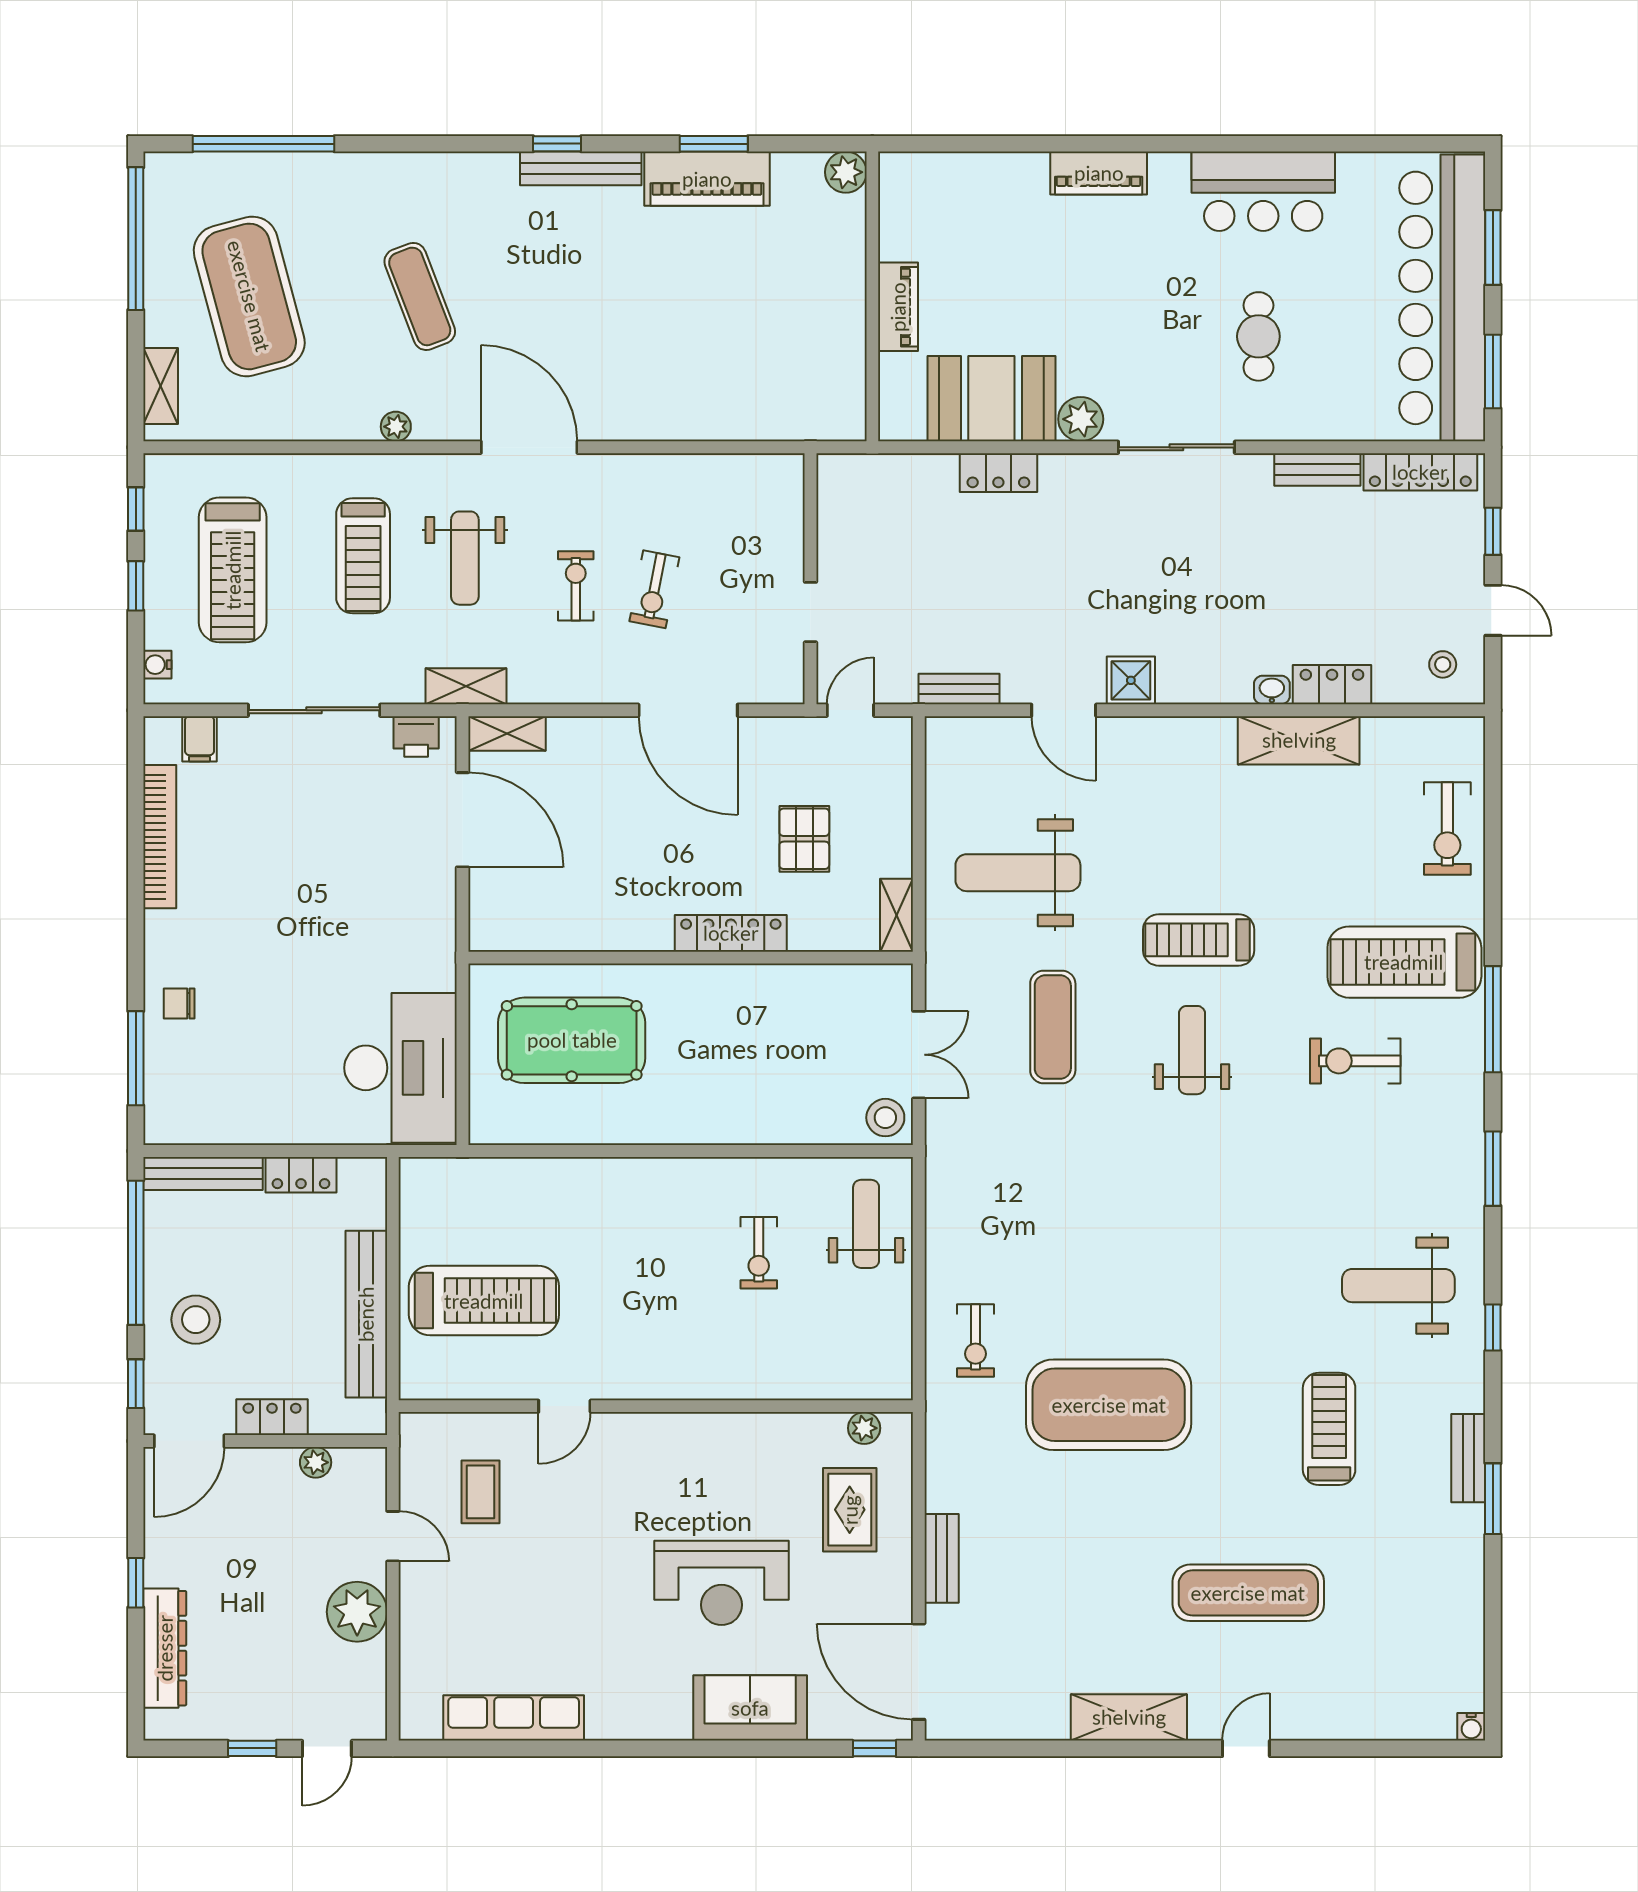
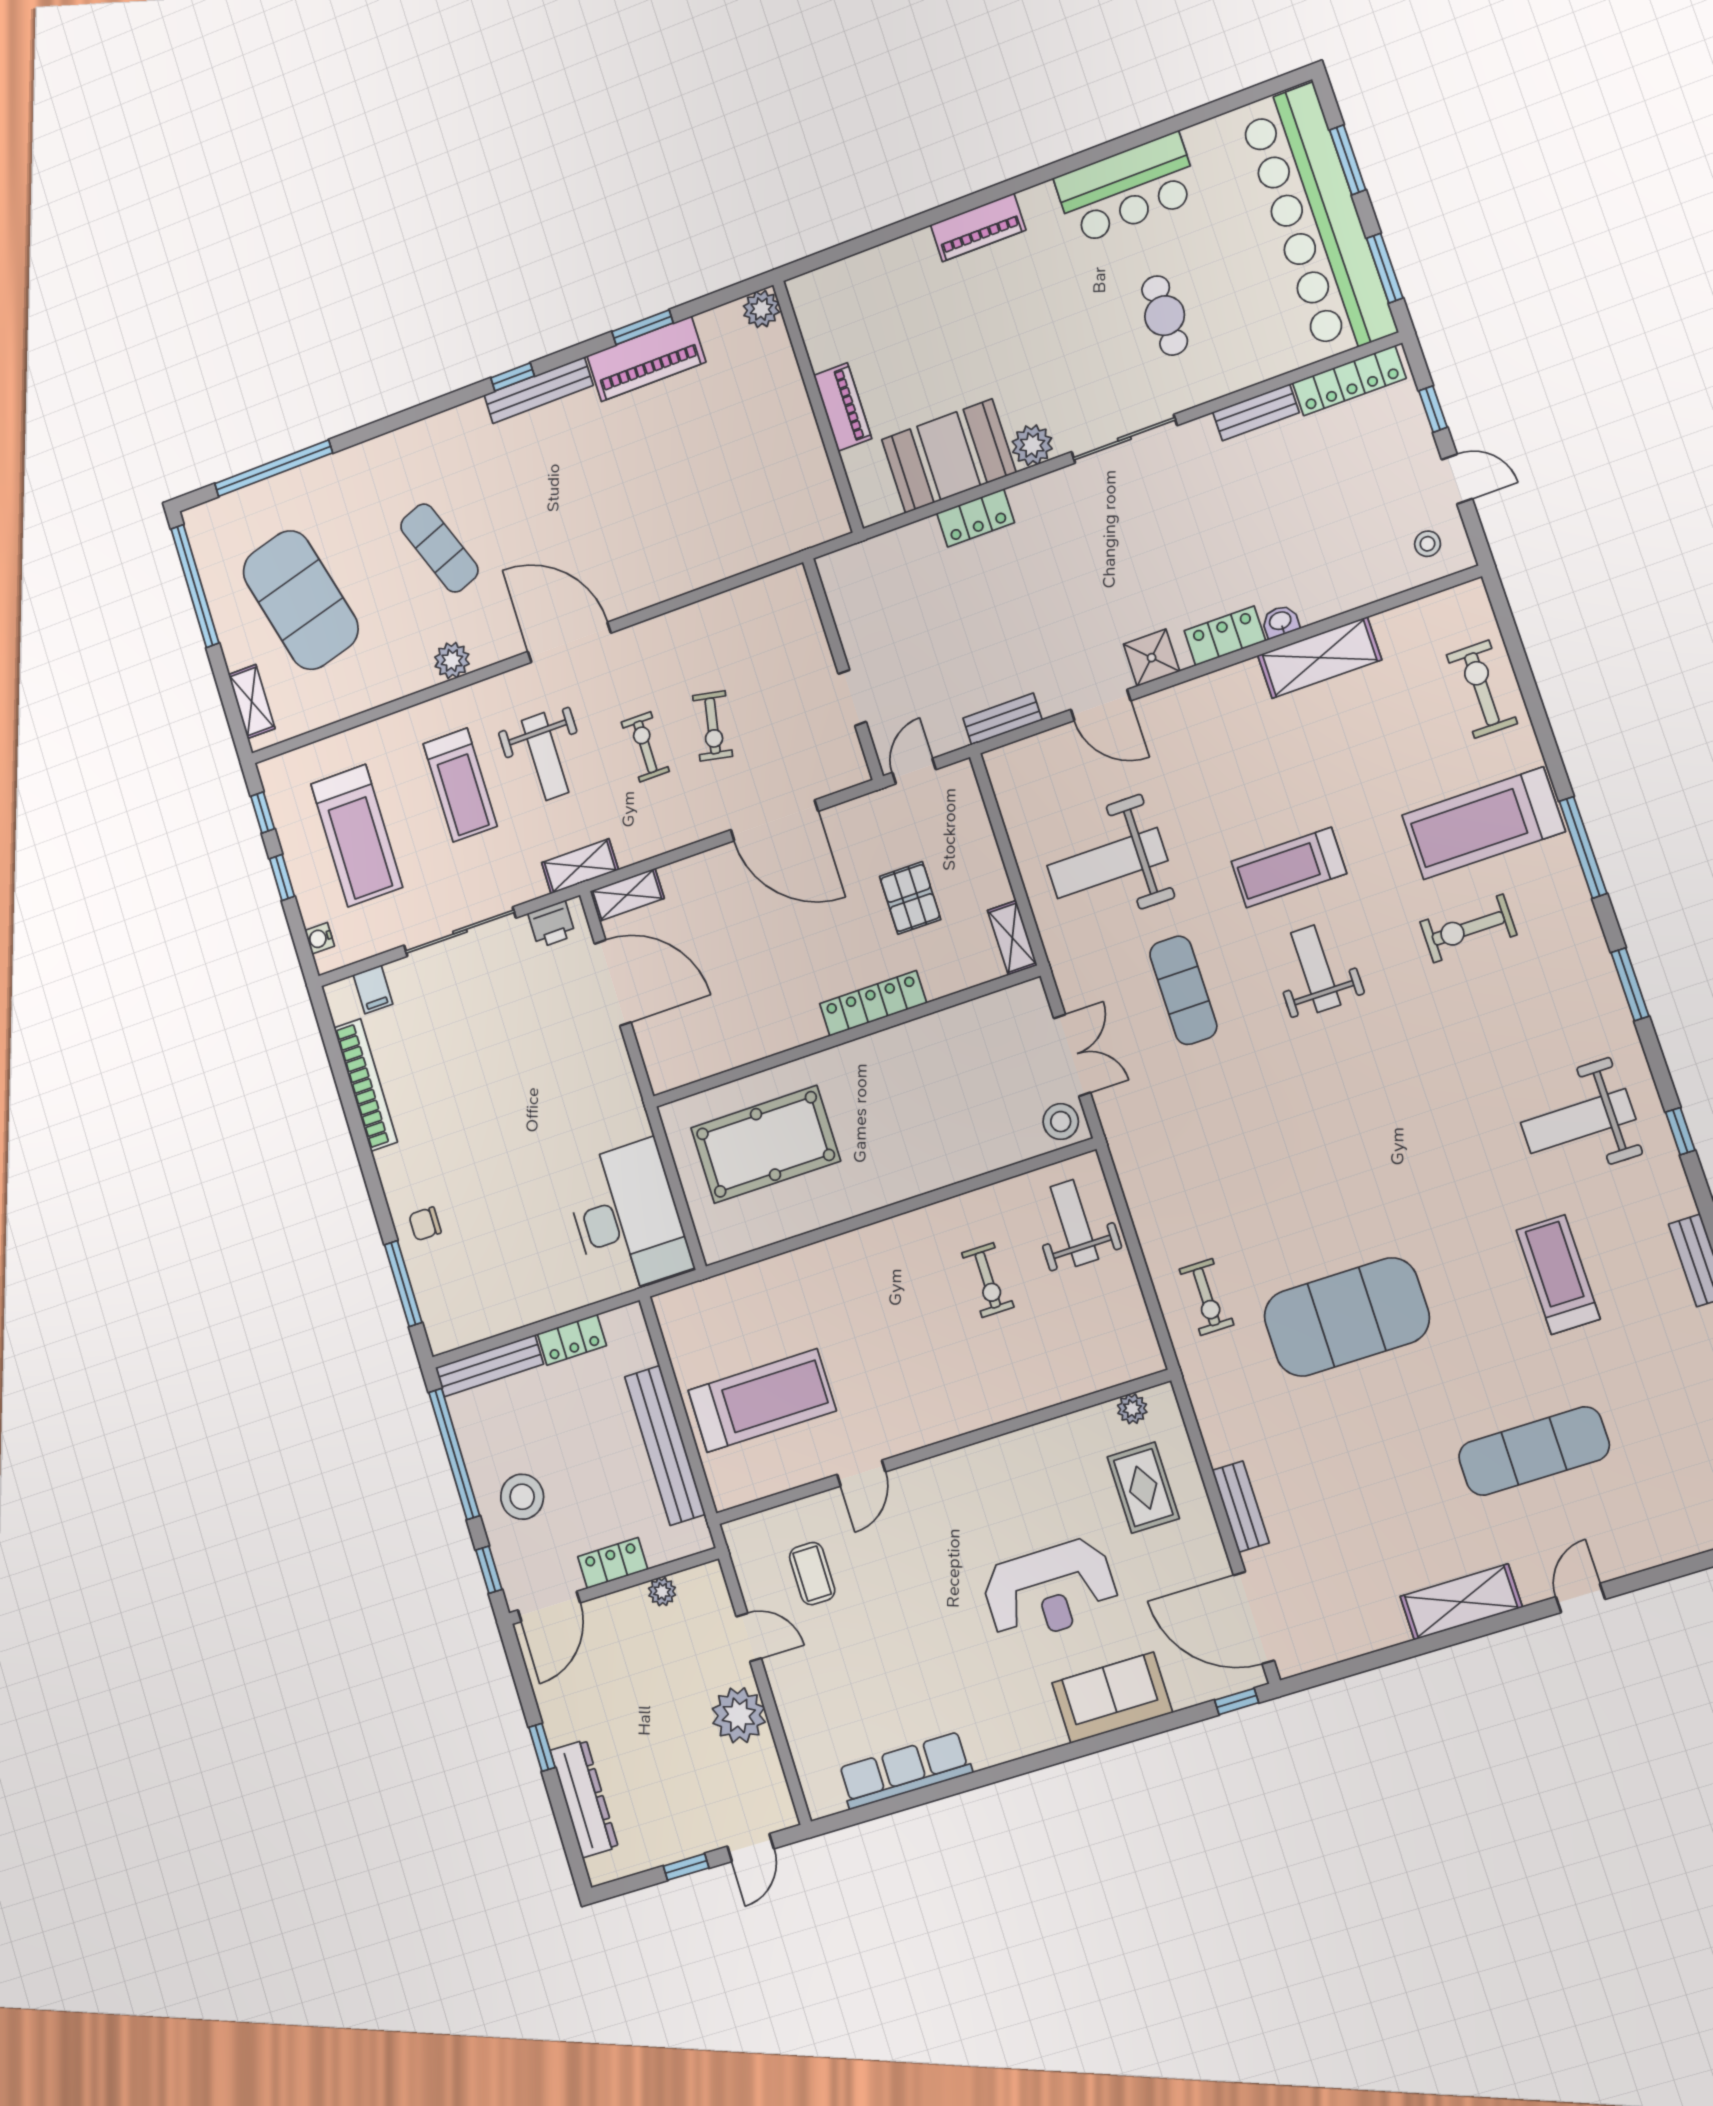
plant: (396, 427) -> (452, 660), width x1.38, depth x1.38
locker: (1332, 685) -> (1225, 636), moved
exercise bike: (1447, 828) -> (1482, 689), turned 180

